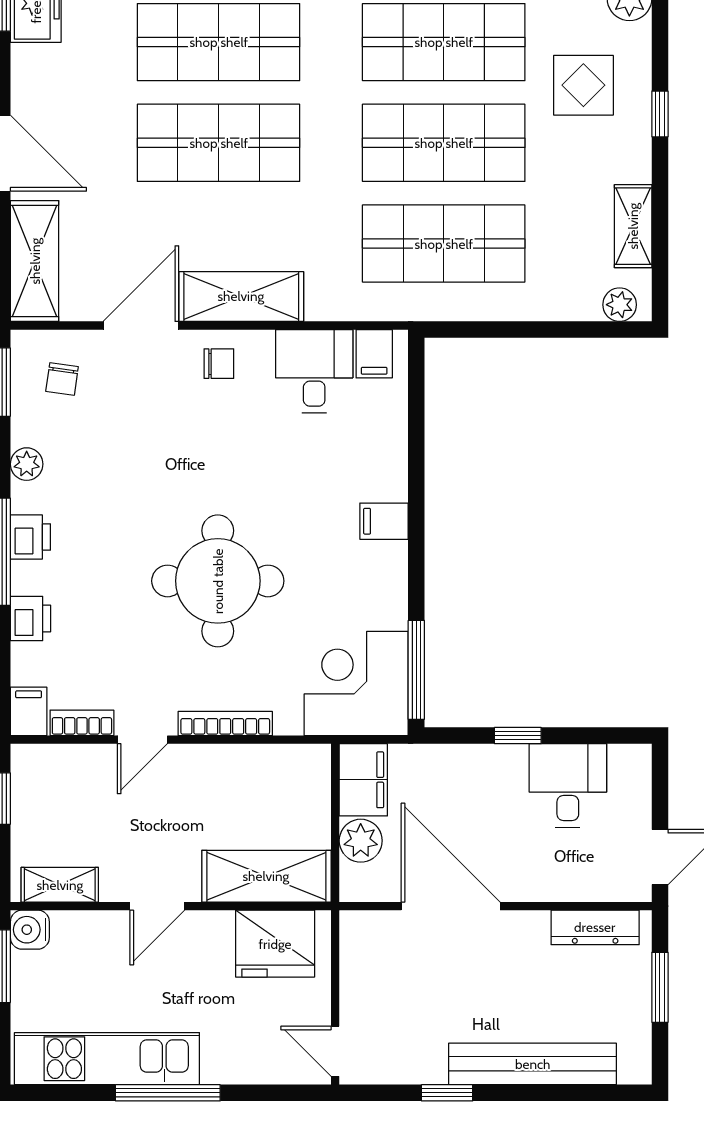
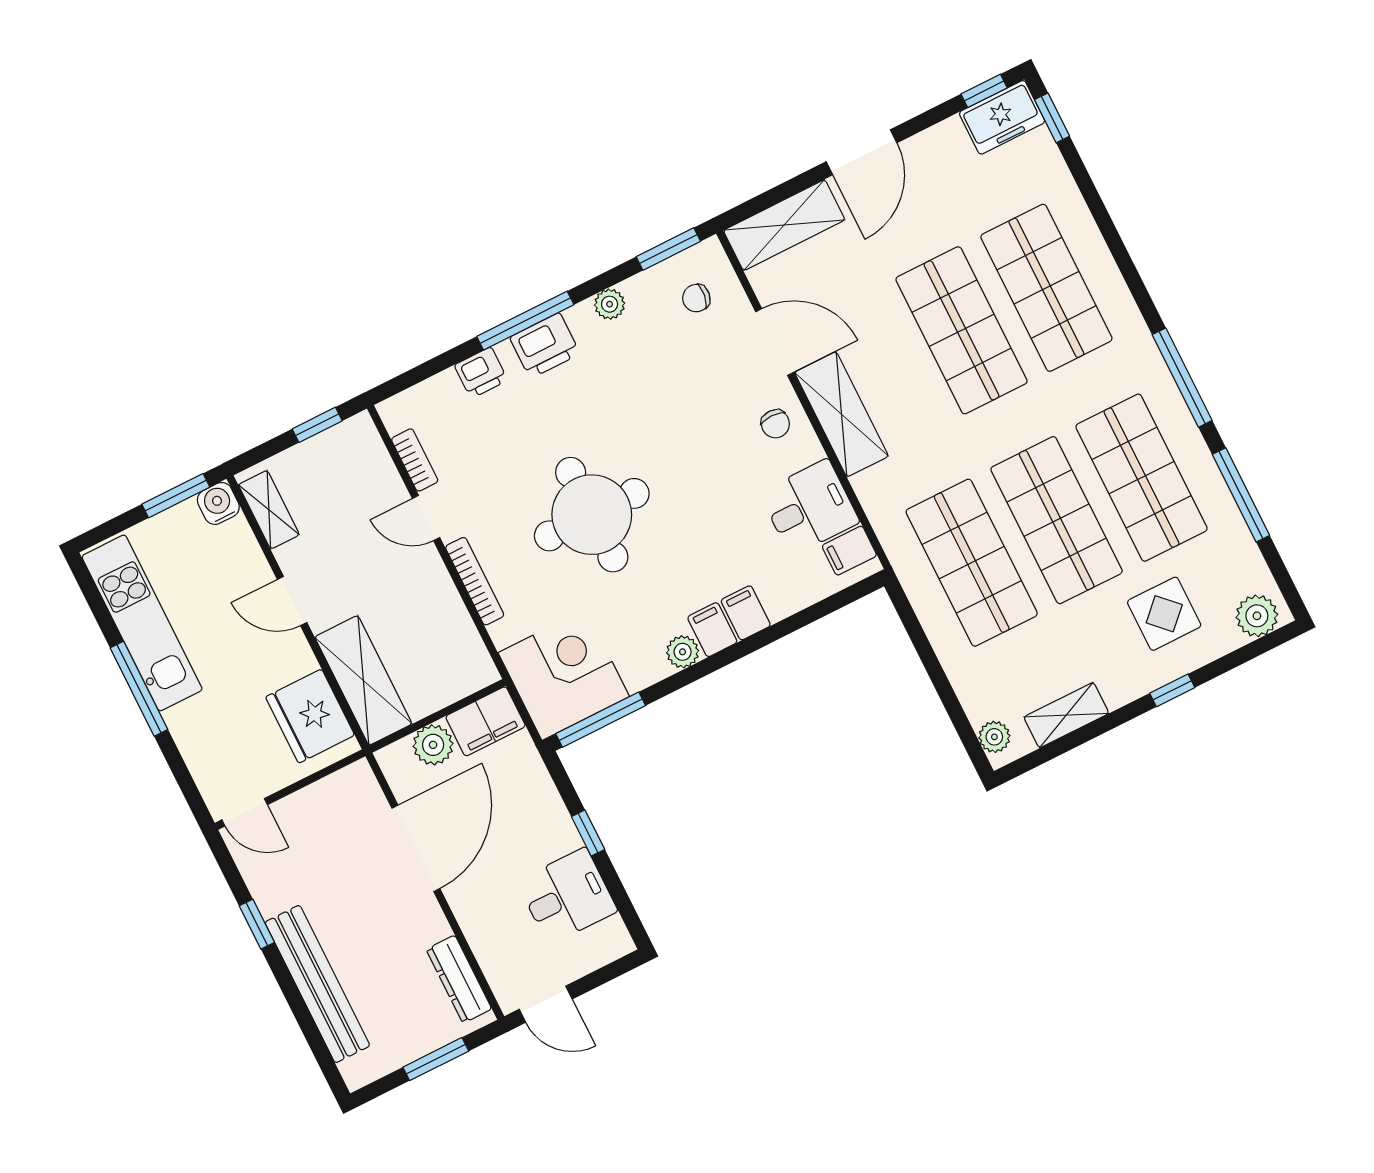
printer: (30, 537) -> (545, 346), width x1.36, depth x1.24
plant: (391, 560) -> (683, 652), added
filing cabinet: (29, 711) -> (746, 613), moved, turned -90
door: (335, 1051) -> (245, 812), swing flipped

